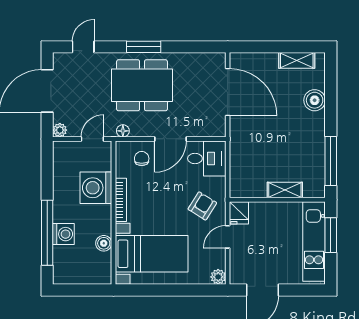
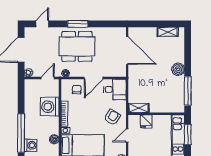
boiler: (315, 100) -> (178, 69), moved
shelving: (285, 190) -> (139, 108), moved
fridge: (239, 213) -> (146, 121), moved
washing machine: (63, 234) -> (31, 145), moved

